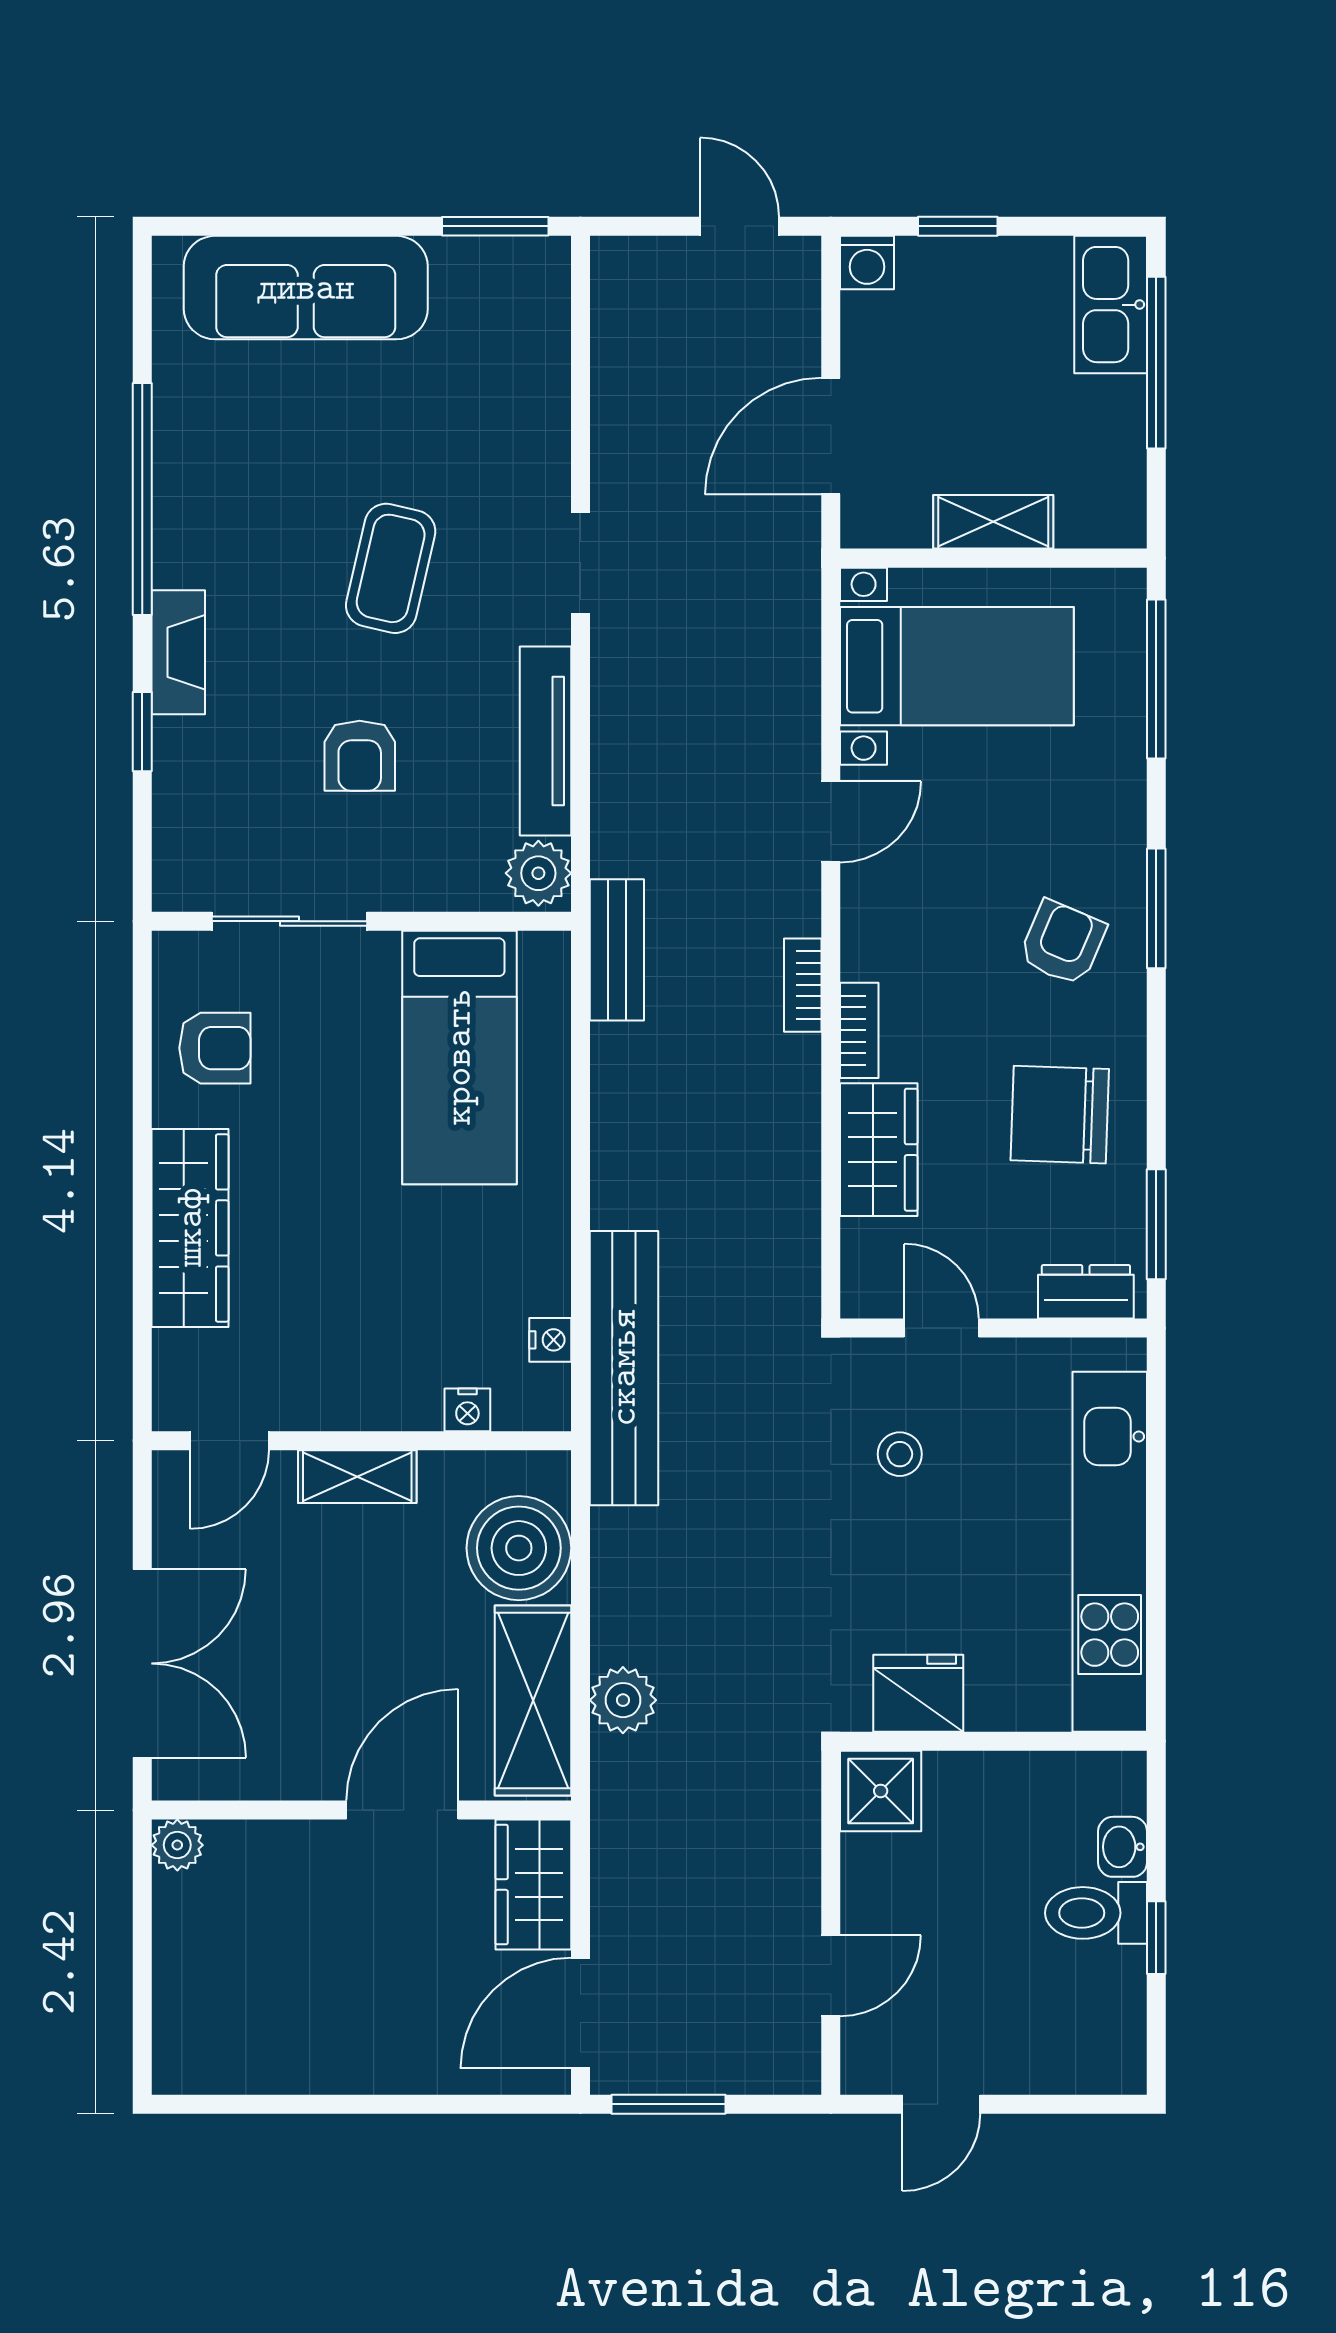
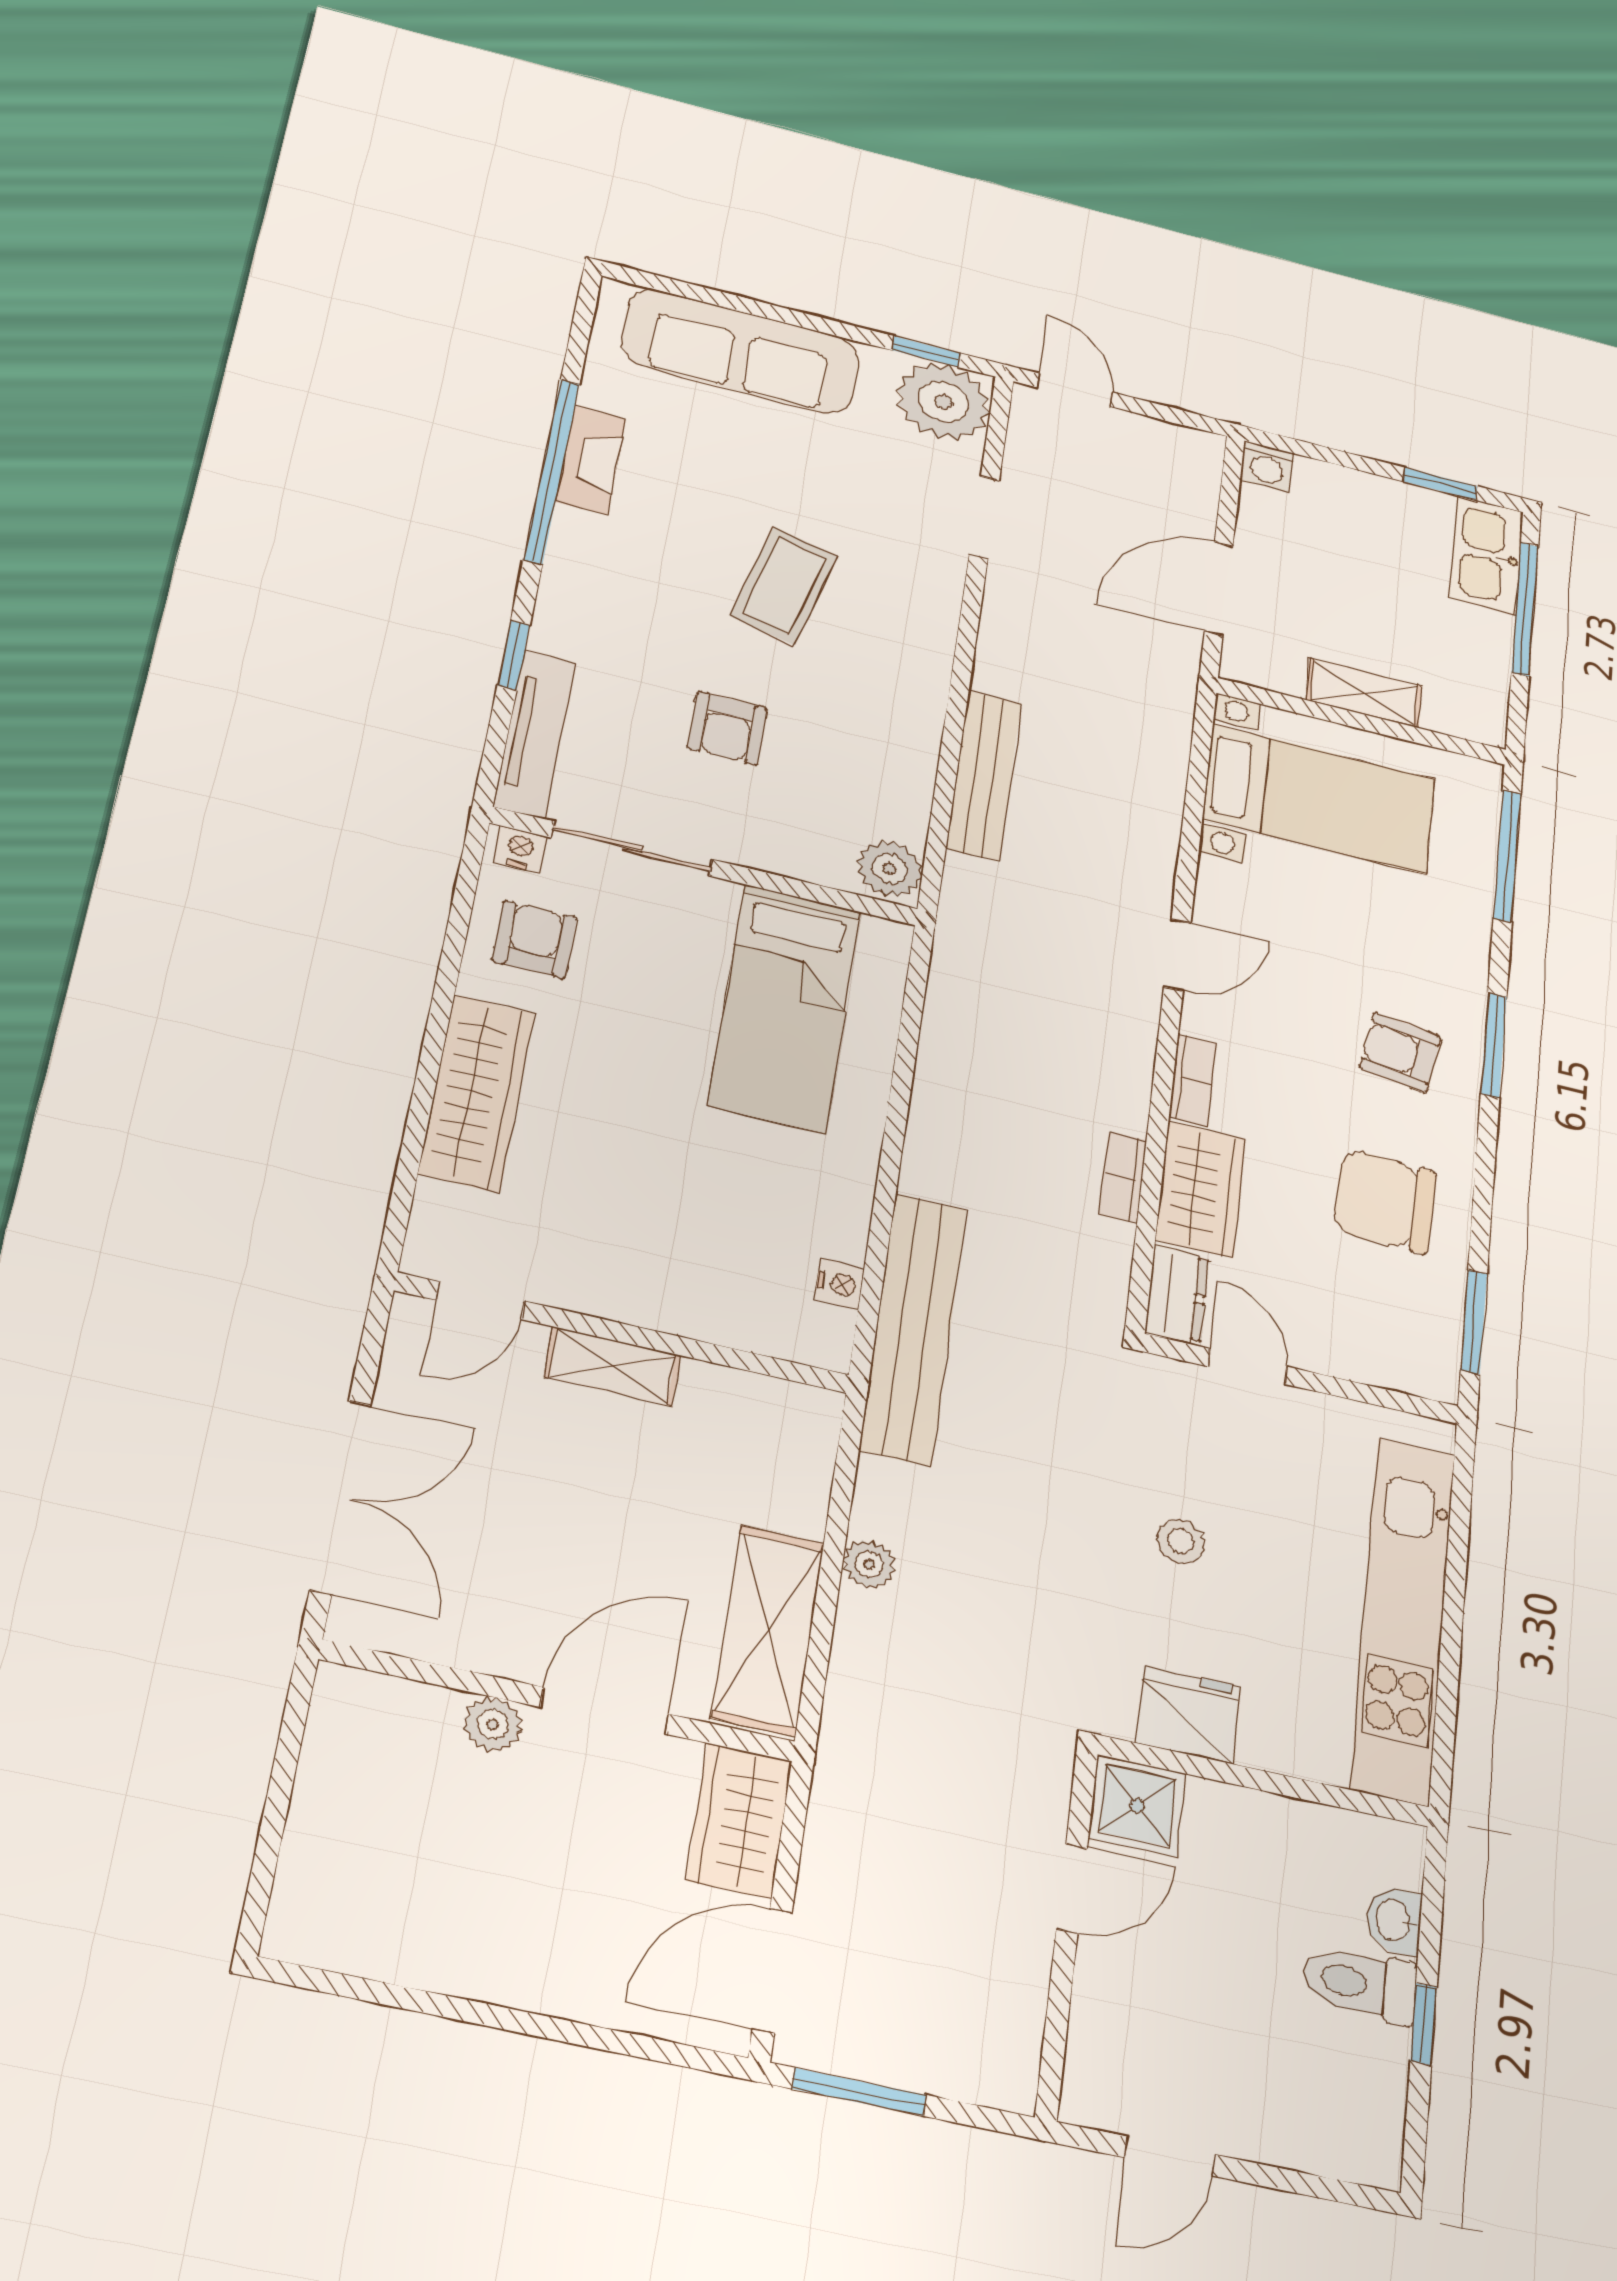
window: (495, 226) -> (926, 352), width x0.67
door: (739, 226) -> (1074, 390), moved
window: (958, 226) -> (1440, 484), moved
plant: (521, 286) -> (944, 402), added
doorway: (580, 563) -> (984, 517), moved
fireplace: (178, 652) -> (591, 460), moved
tv unit: (545, 741) -> (535, 734), moved, turned 180
door: (831, 822) -> (1177, 955), moved
armchair: (1063, 943) -> (1400, 1052), turned -104
bench: (617, 950) -> (984, 775), moved, width x1.36
bookcase: (803, 985) -> (1123, 1177), moved
armchair: (215, 1048) -> (534, 939), turned -90
dresser: (1086, 1292) -> (1177, 1294), moved, turned 90
nightstand: (467, 1410) -> (520, 849), moved, turned 180
stool: (900, 1454) -> (1181, 1541), moved
boiler: (519, 1548) -> (776, 1475), removed
plant: (623, 1700) -> (869, 1564), moved, width x0.73, depth x0.73
plant: (177, 1845) -> (493, 1724), moved
door: (831, 1976) -> (1072, 1888), moved

